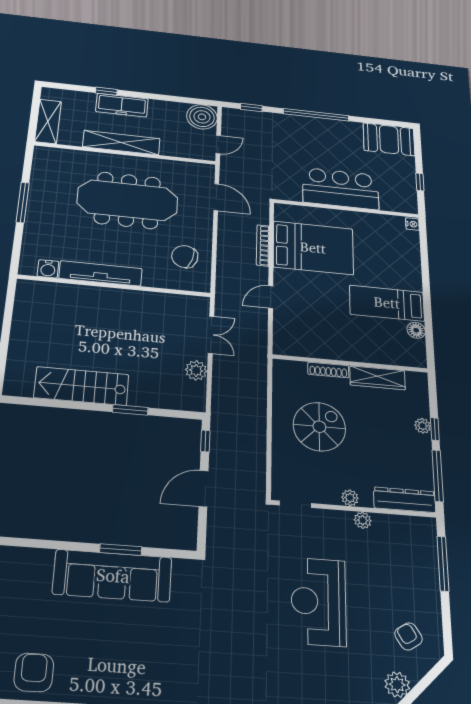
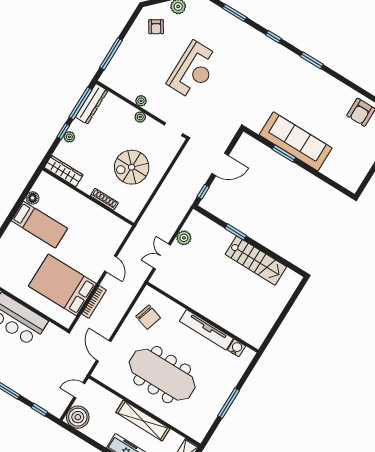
door: (271, 297) -> (111, 264), hinge flipped
wardrobe: (378, 378) -> (64, 171), moved
dresser: (405, 500) -> (92, 104), moved, turned -90

